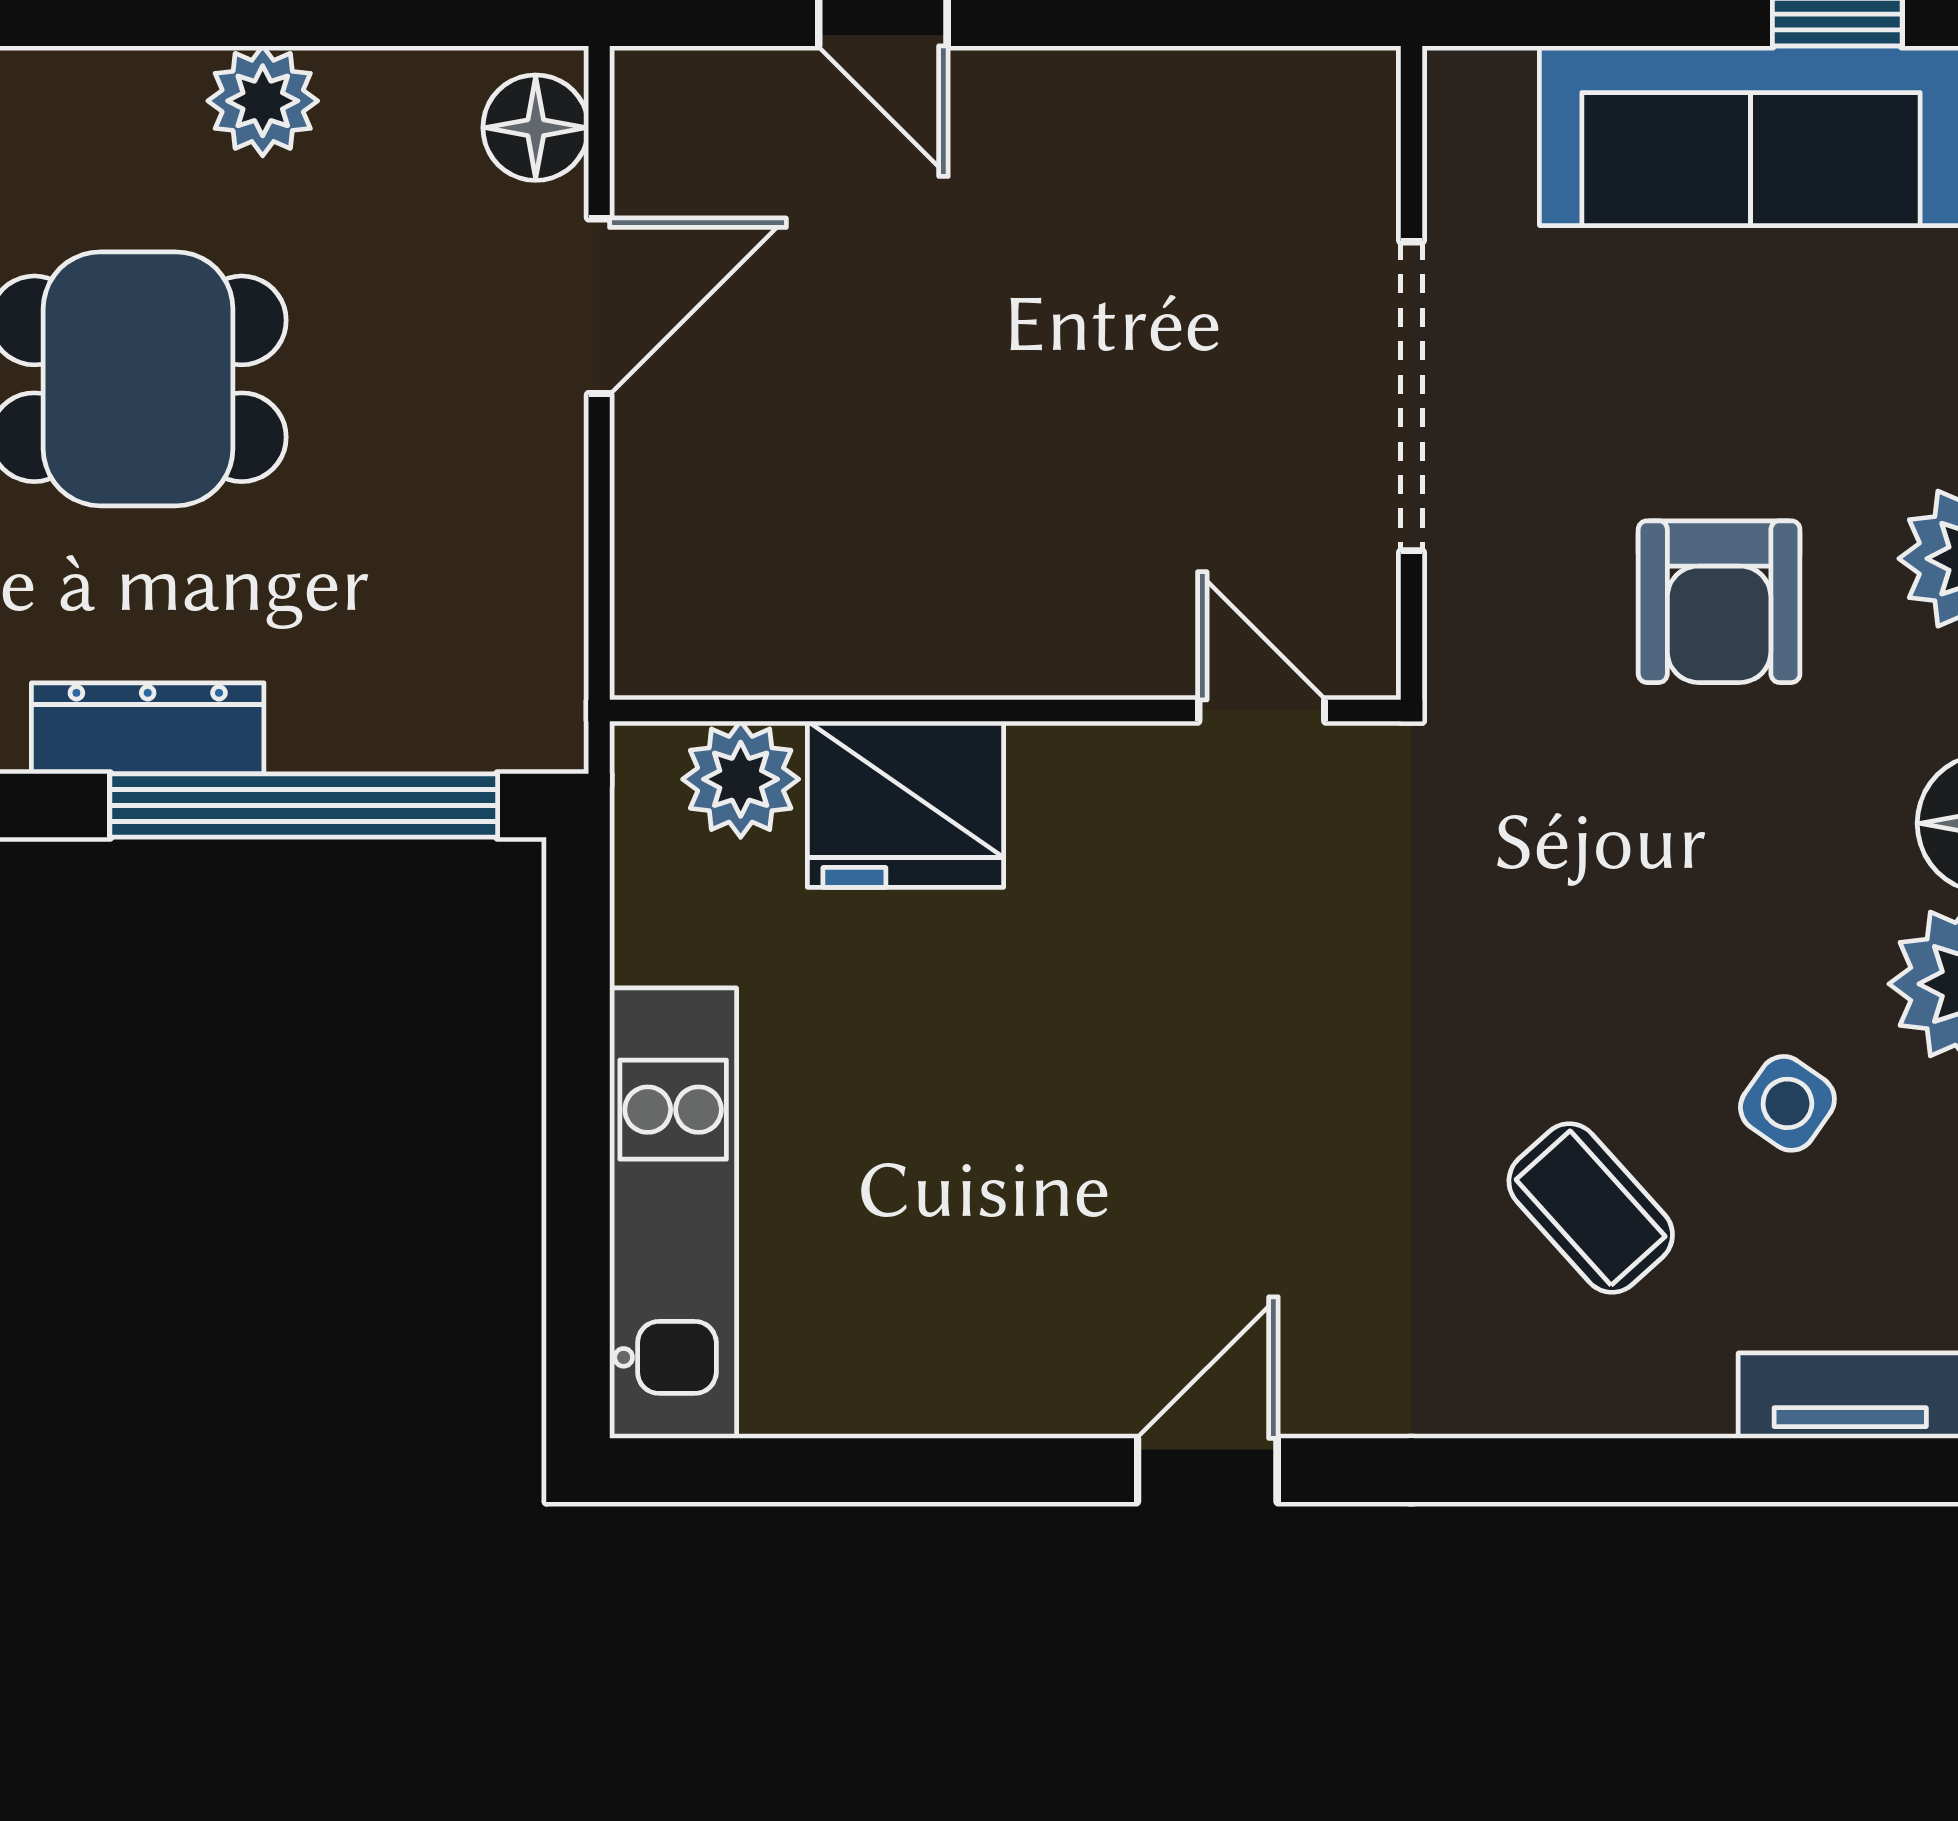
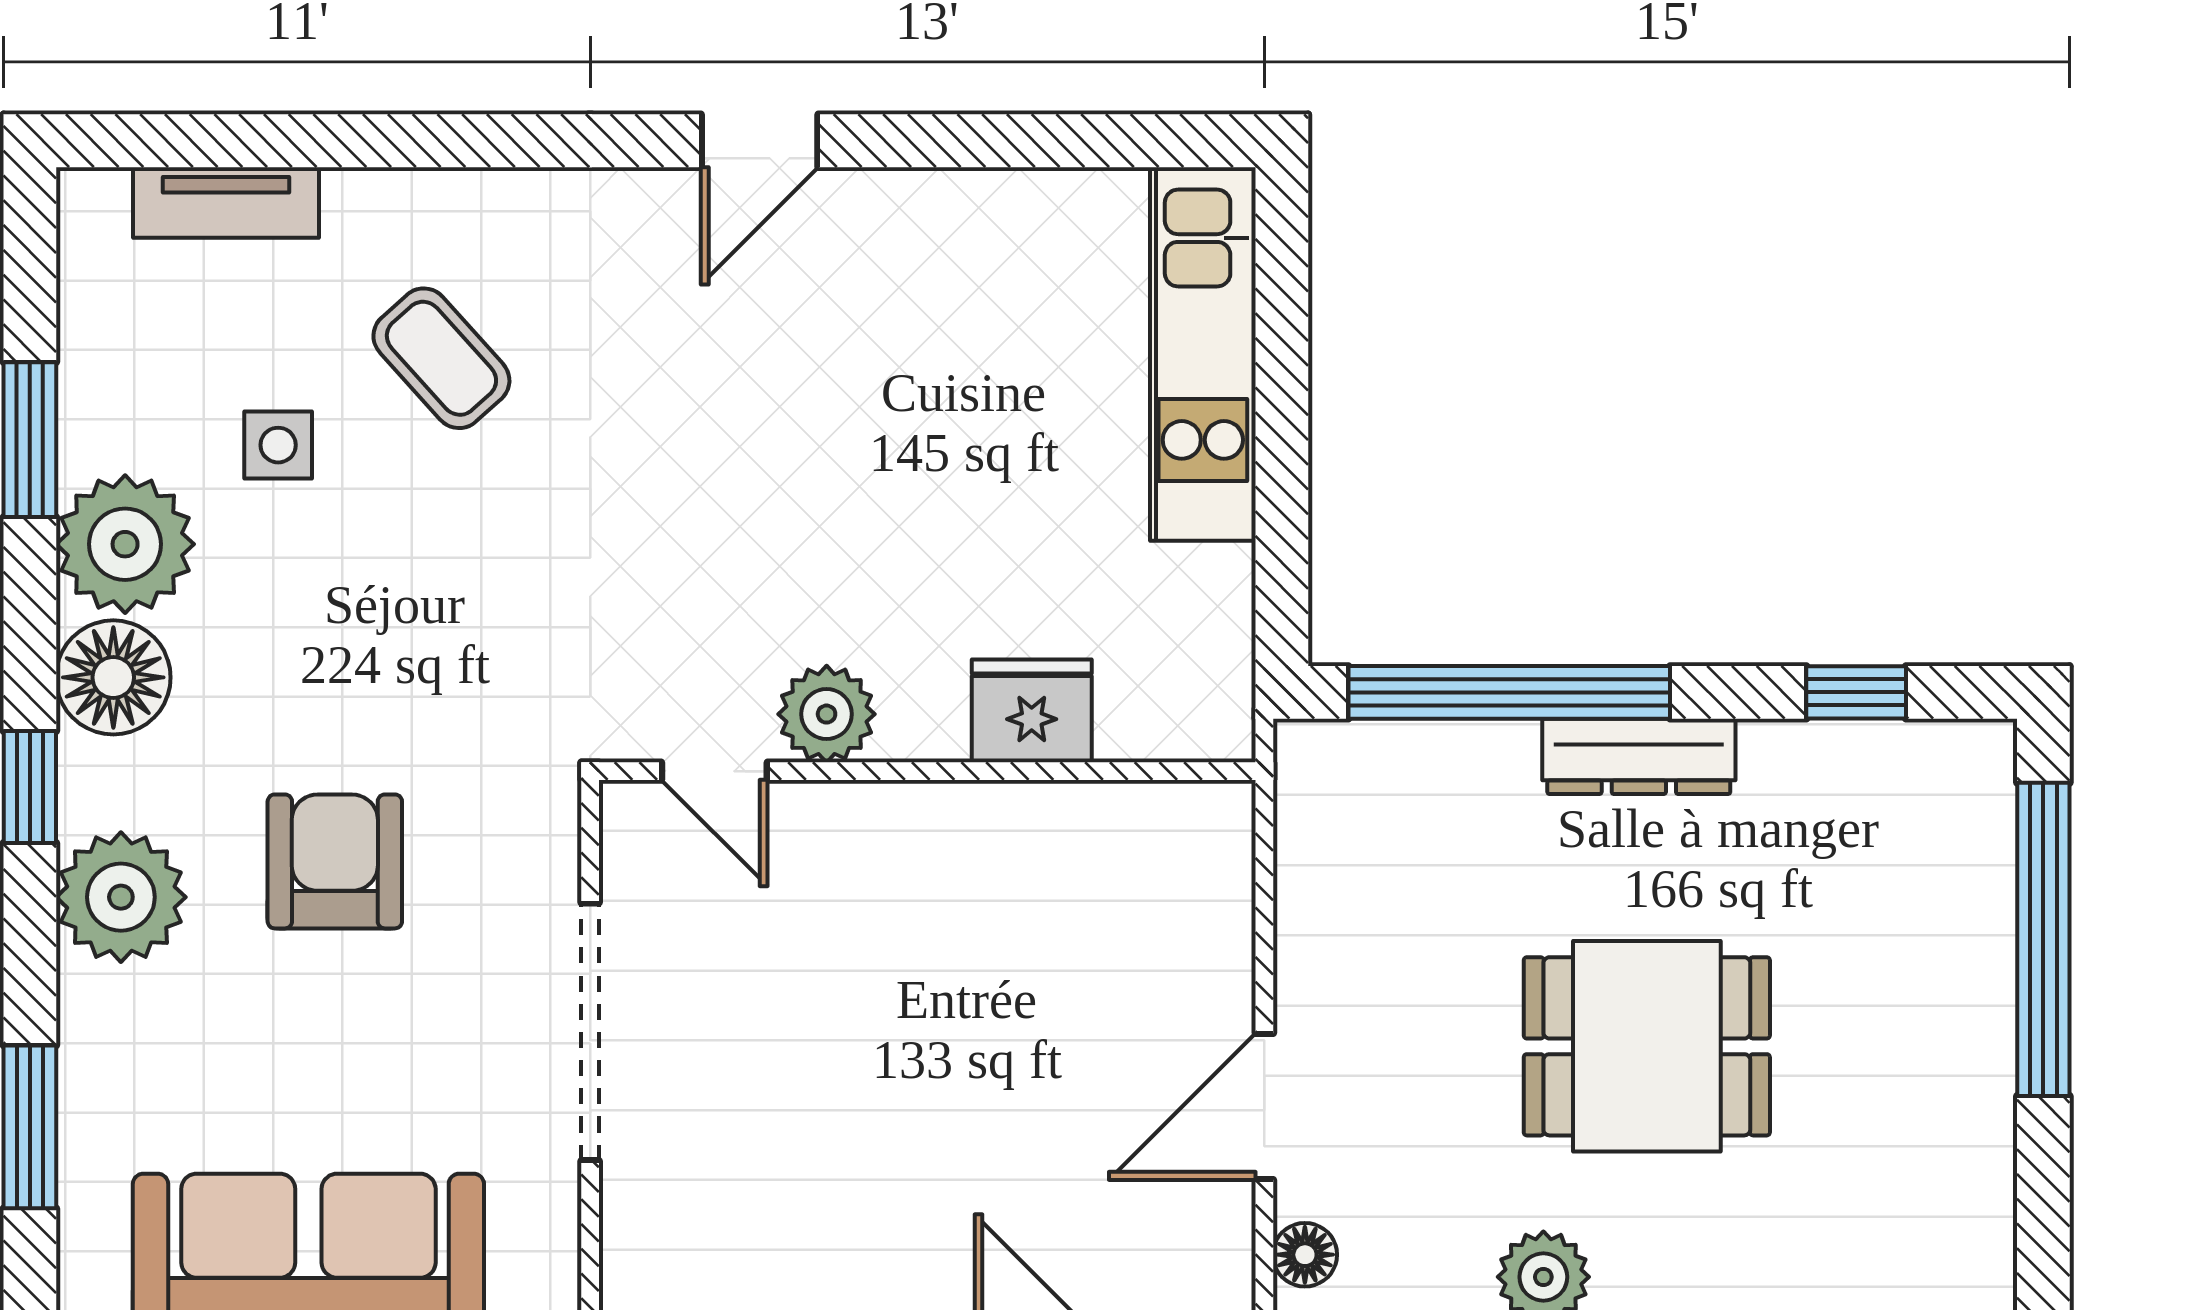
floor lamp: (536, 128) -> (1305, 1255), width x0.73, depth x0.73
plant: (741, 779) -> (827, 714), moved
fridge: (905, 804) -> (1032, 711), width x0.73, depth x0.75
side table: (1787, 1103) -> (278, 445), turned -35

